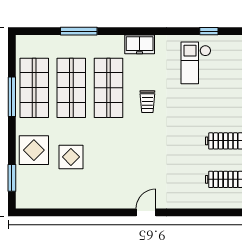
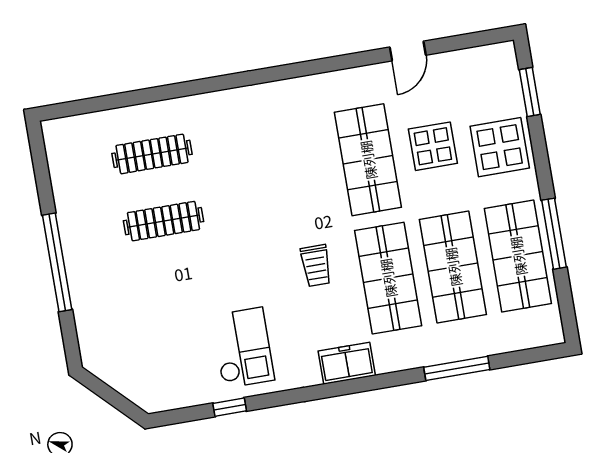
trolley: (147, 102) -> (316, 266), turned 180
shop shelf: (108, 156) -> (368, 160), added
door: (146, 212) -> (408, 51), moved

